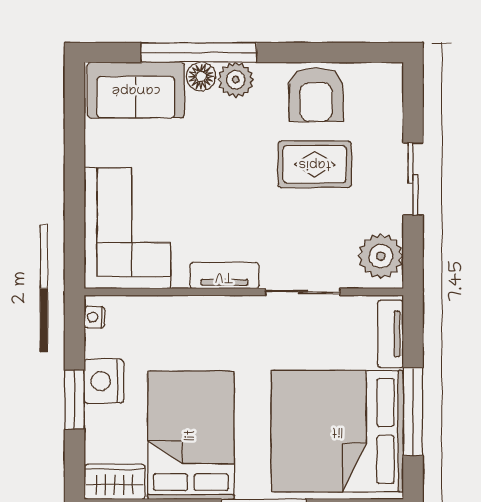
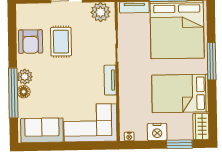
sofa: (136, 90) -> (42, 130), moved, turned -90
armchair: (316, 94) -> (31, 42), turned 90
window: (75, 400) -> (179, 144), moved

